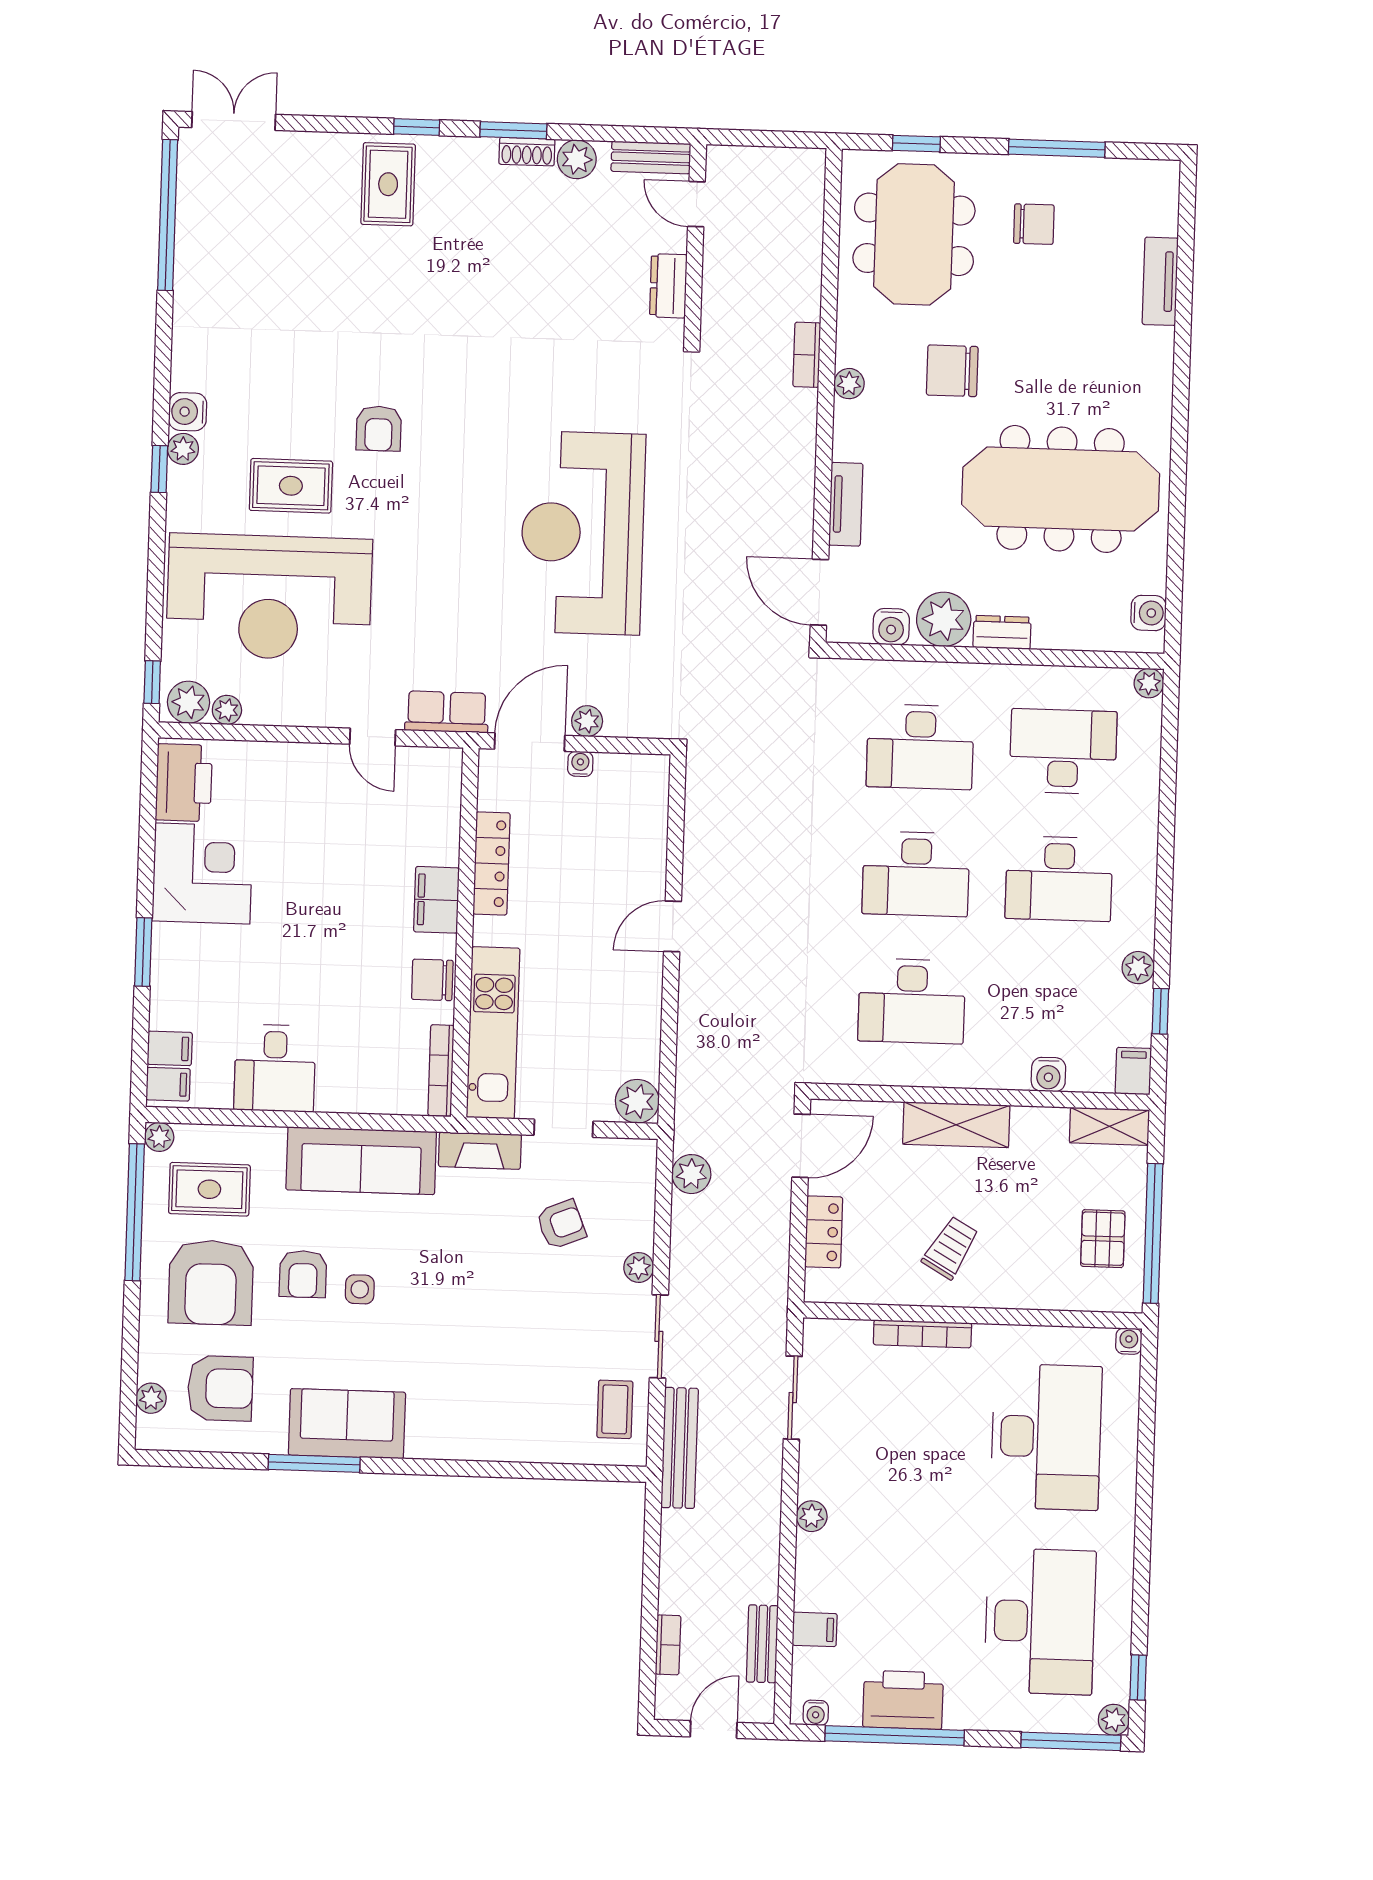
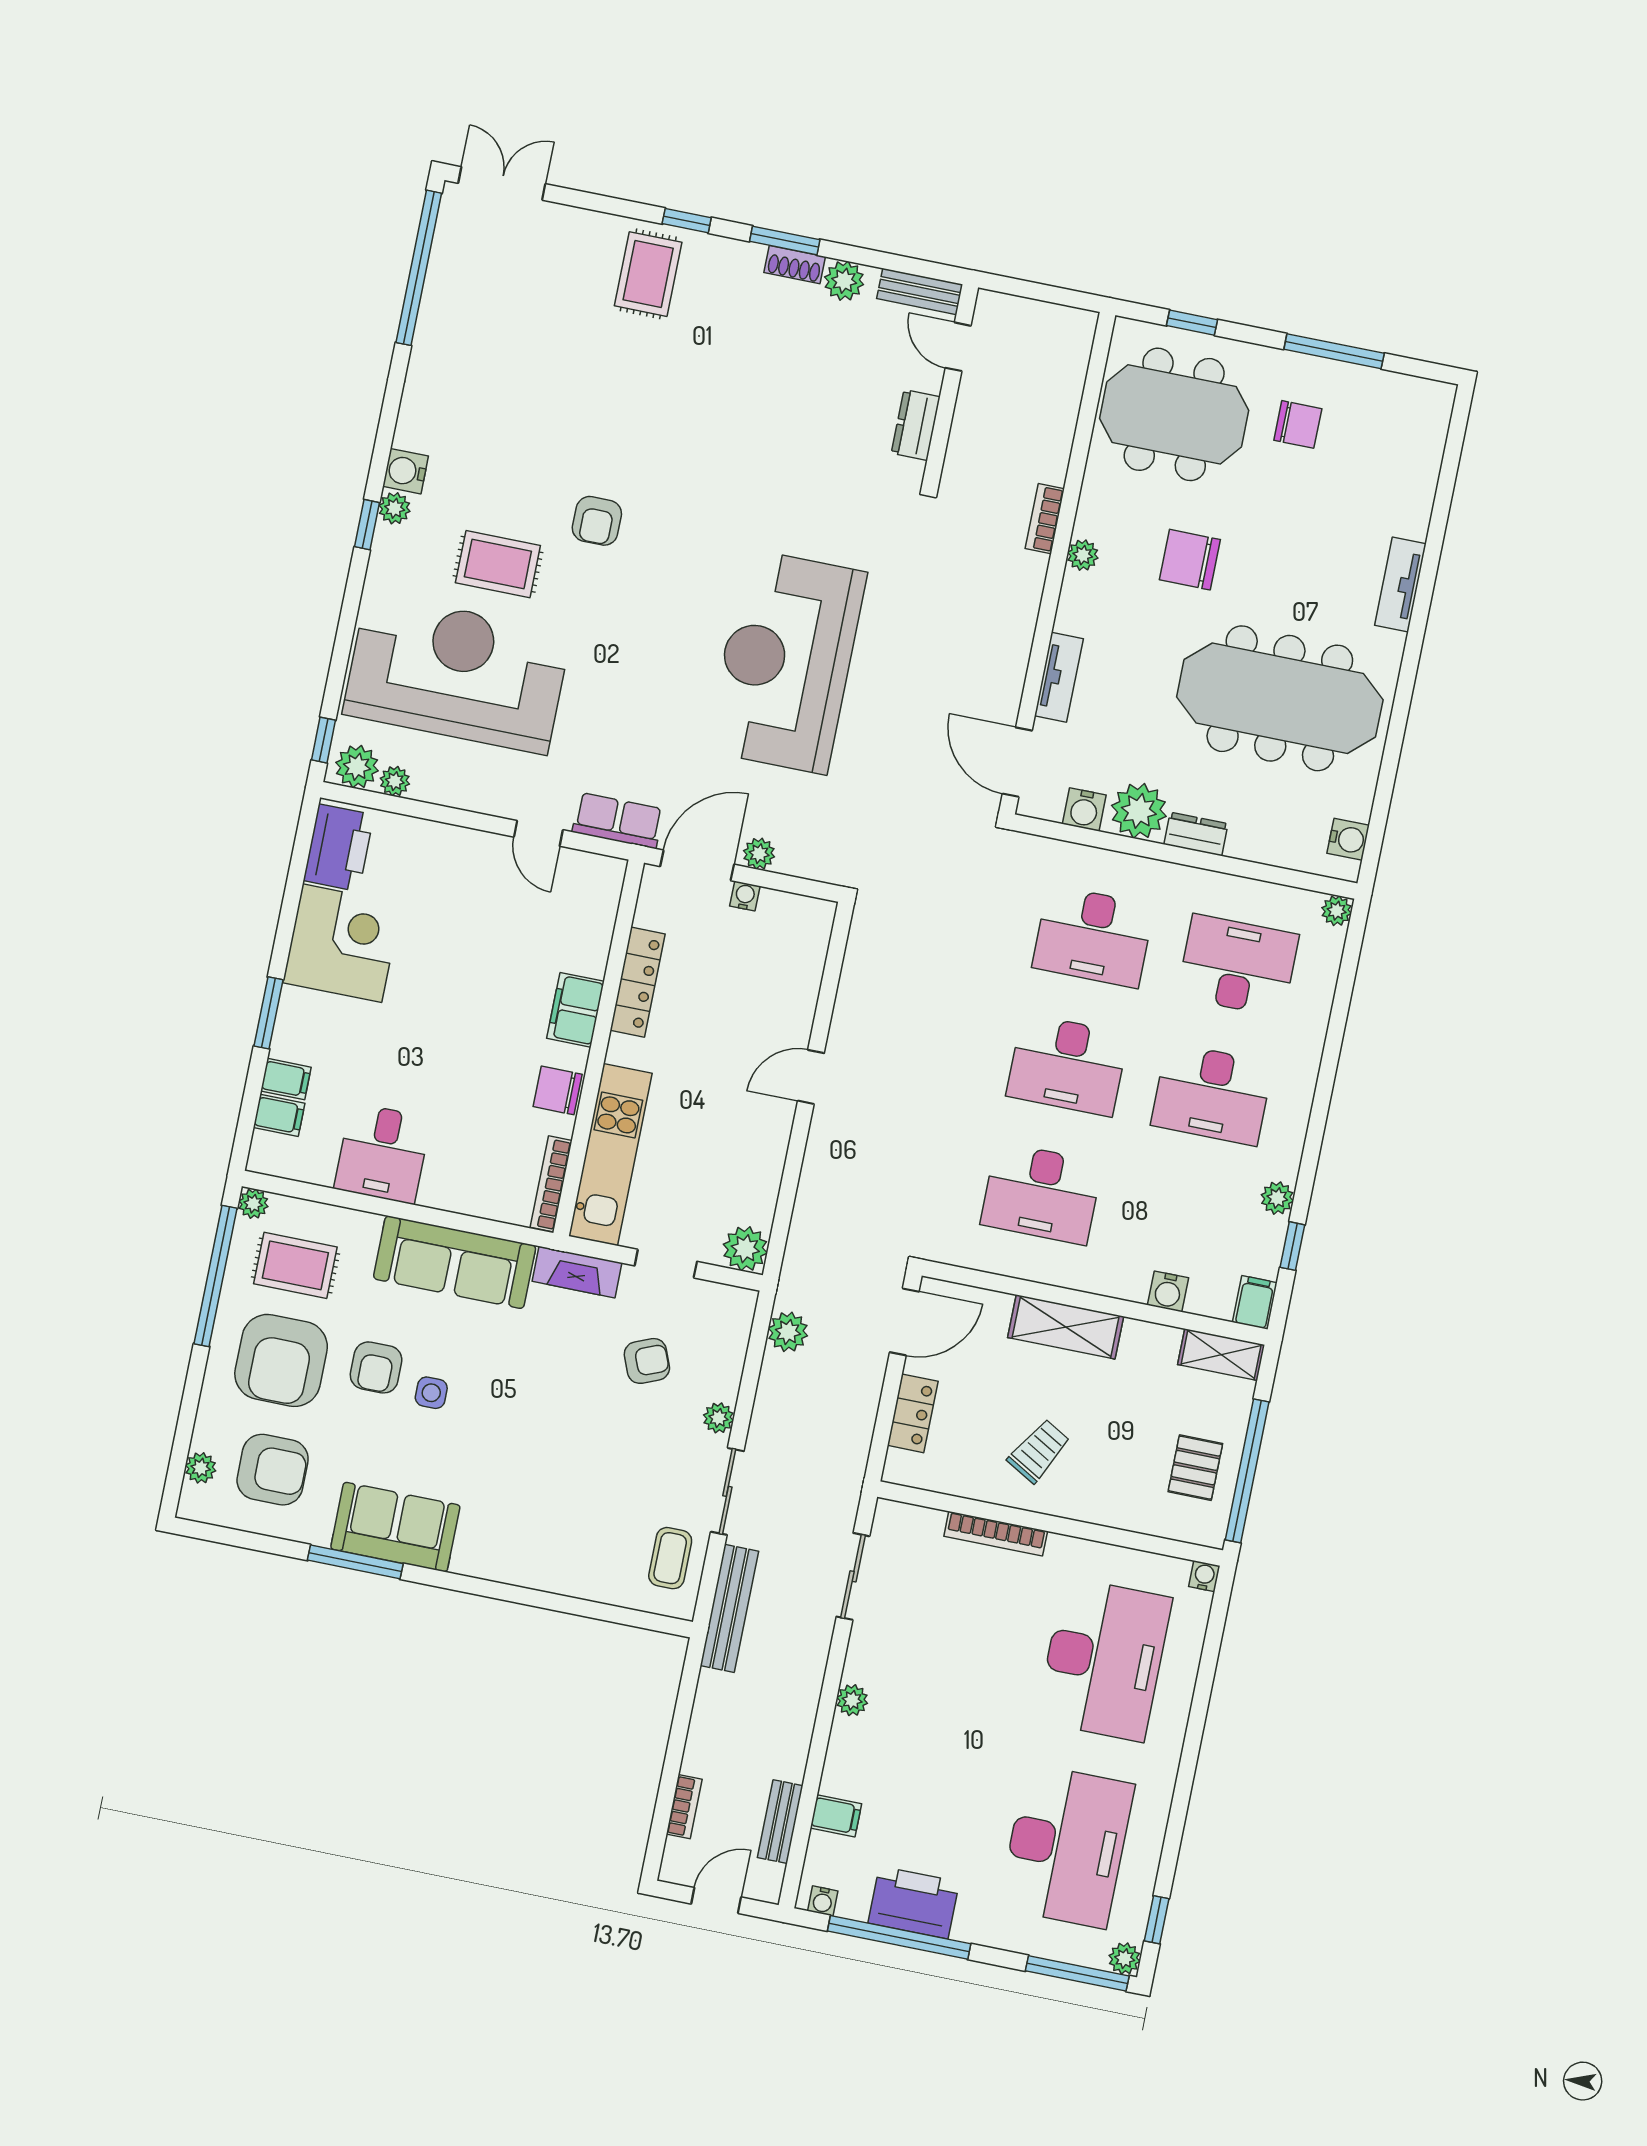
meeting table: (914, 234) -> (1174, 414), turned 90
tv unit: (1160, 281) -> (1400, 584), moved
reception desk: (269, 597) -> (457, 673), turned 180
filing cabinet: (168, 1084) -> (286, 1079), moved

